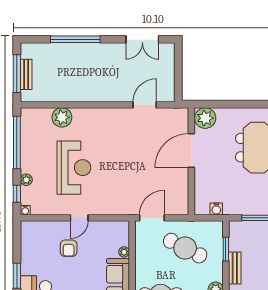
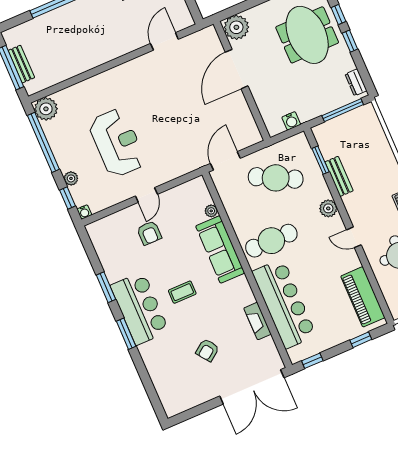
plant: (62, 117) -> (46, 109), moved

